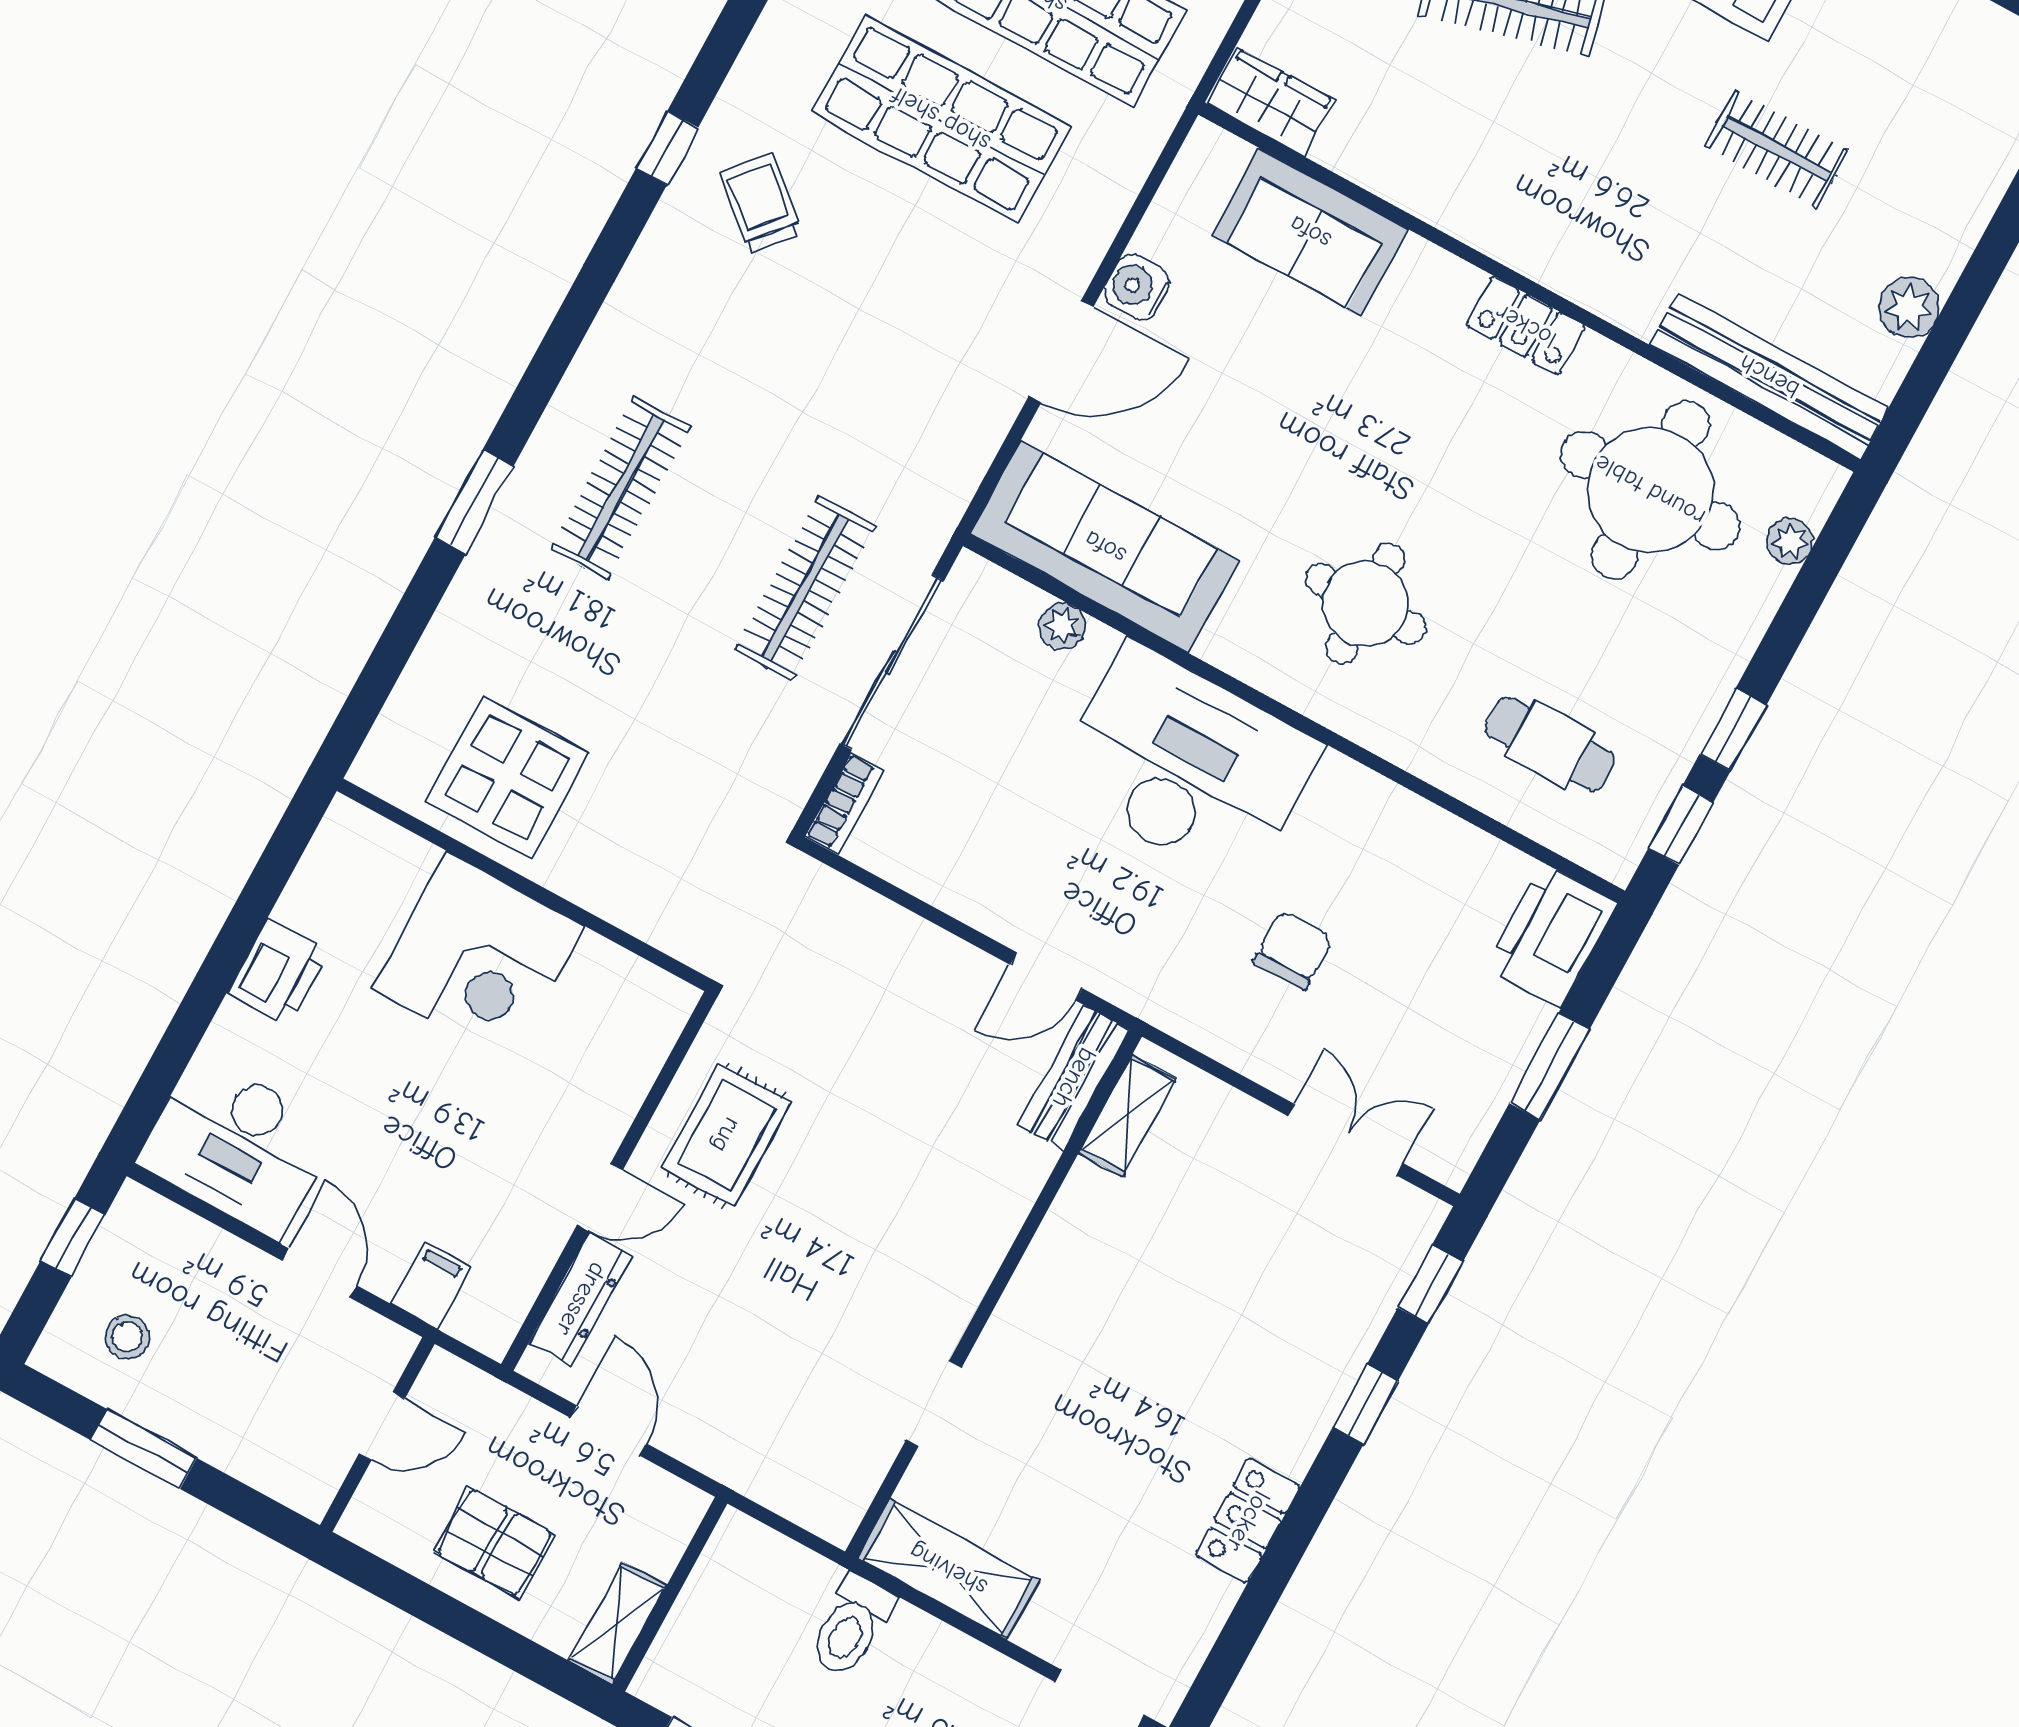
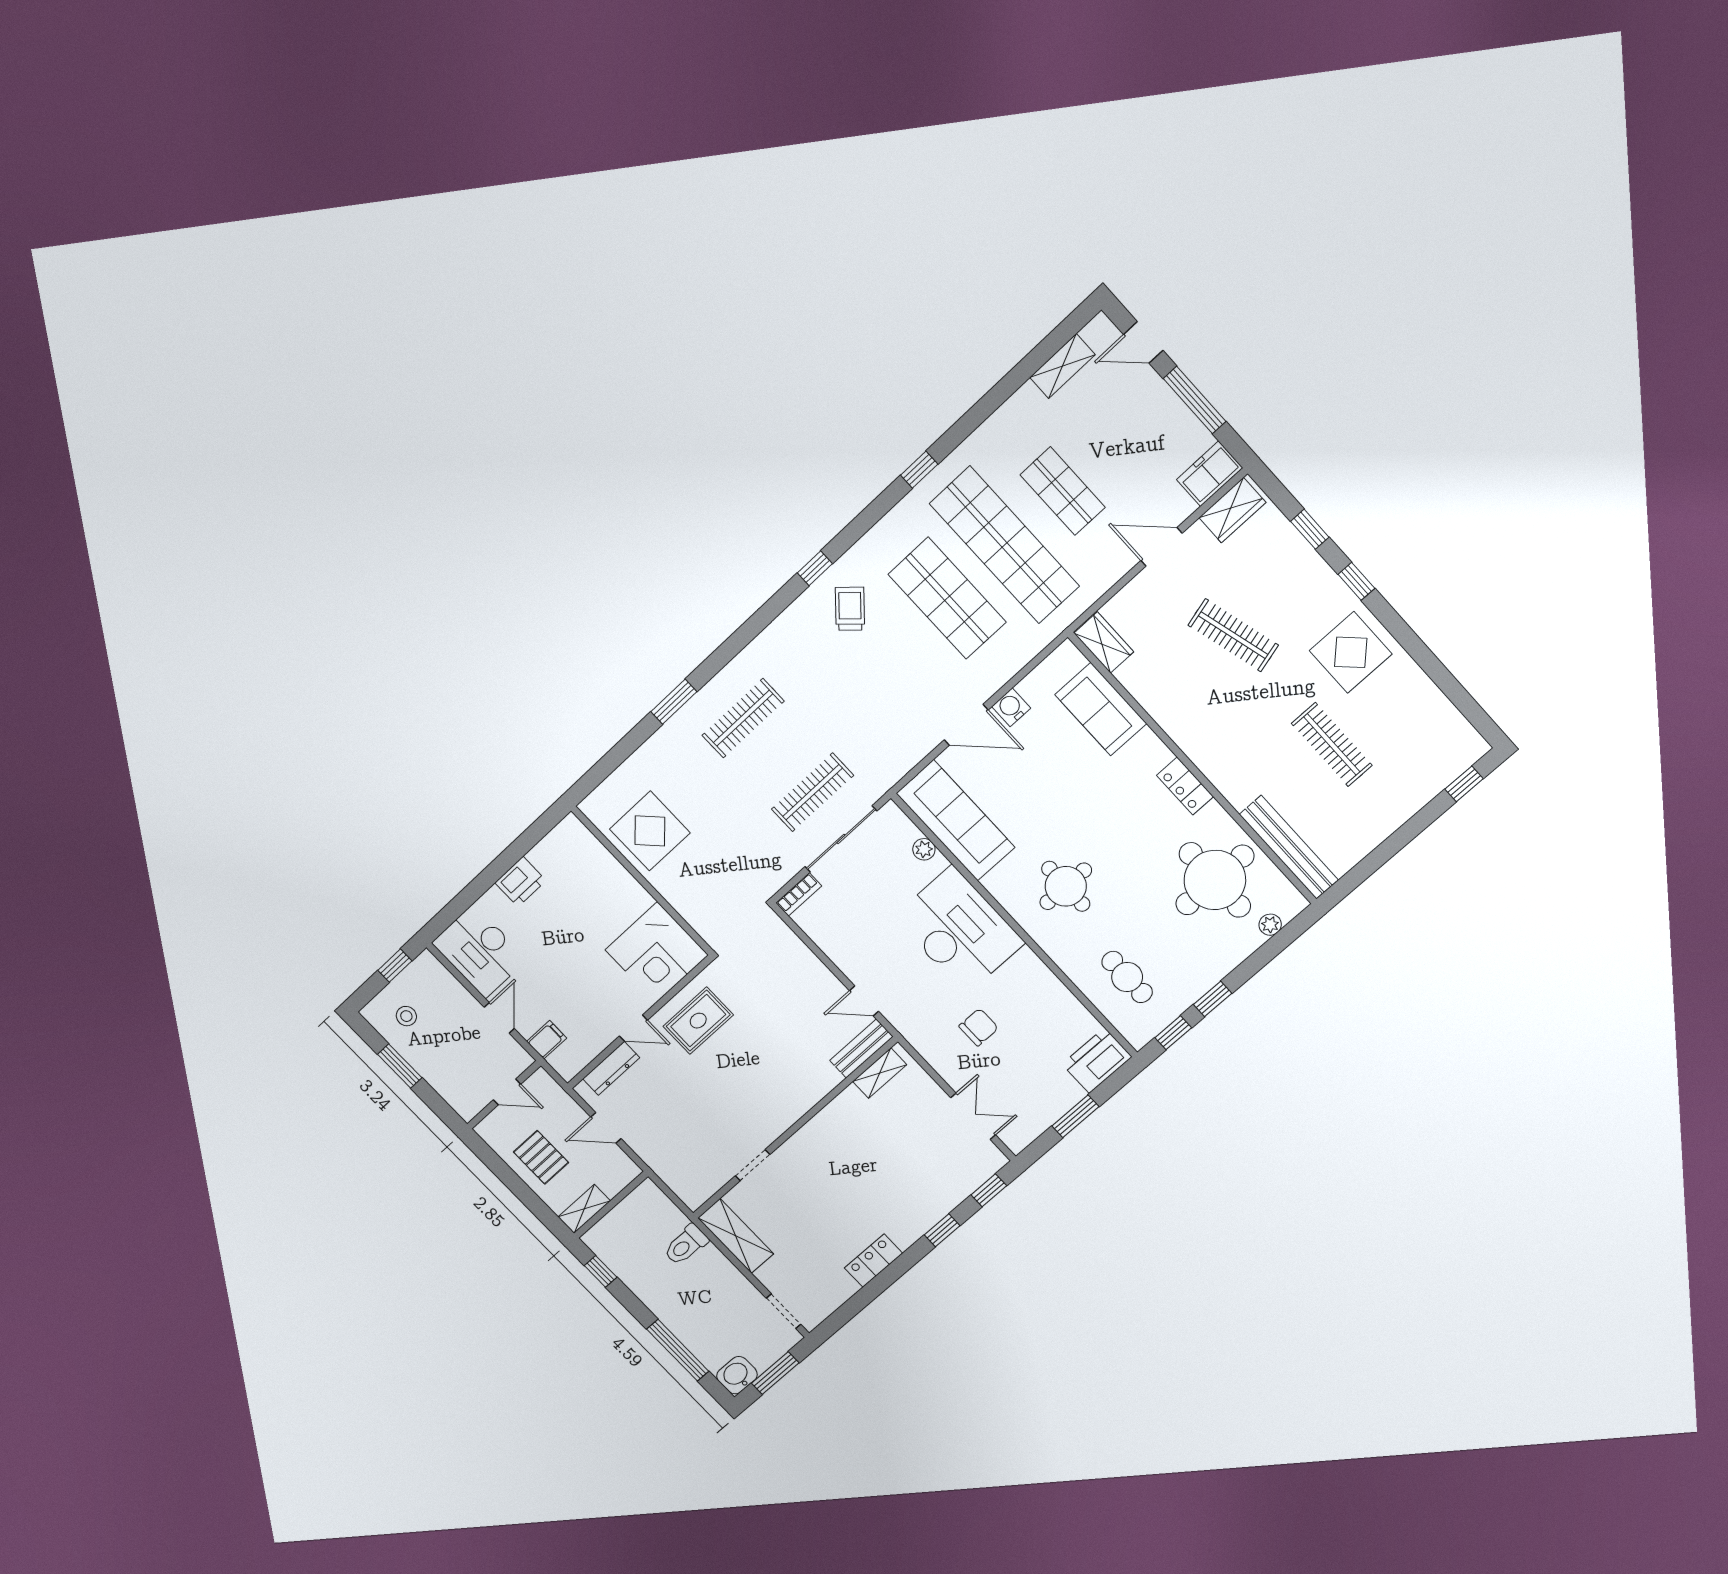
clothes rail: (1776, 149) -> (1332, 744), width x1.36
plant: (1909, 307) -> (1366, 838), removed
corner desk: (478, 957) -> (657, 952), moved
door: (609, 1431) -> (606, 1128), swing flipped

